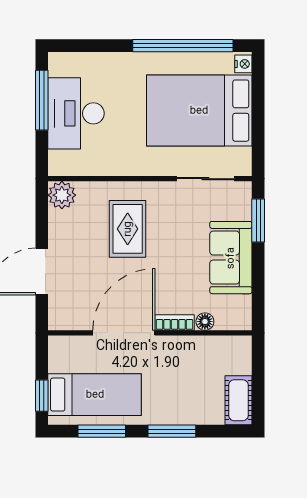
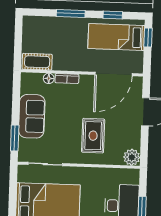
door: (124, 333) -> (114, 74), moved
cot: (238, 400) -> (37, 62), moved, turned 90
window: (102, 431) -> (113, 15), width x0.67

